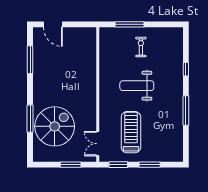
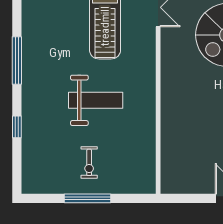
window: (130, 24) -> (87, 198), moved

